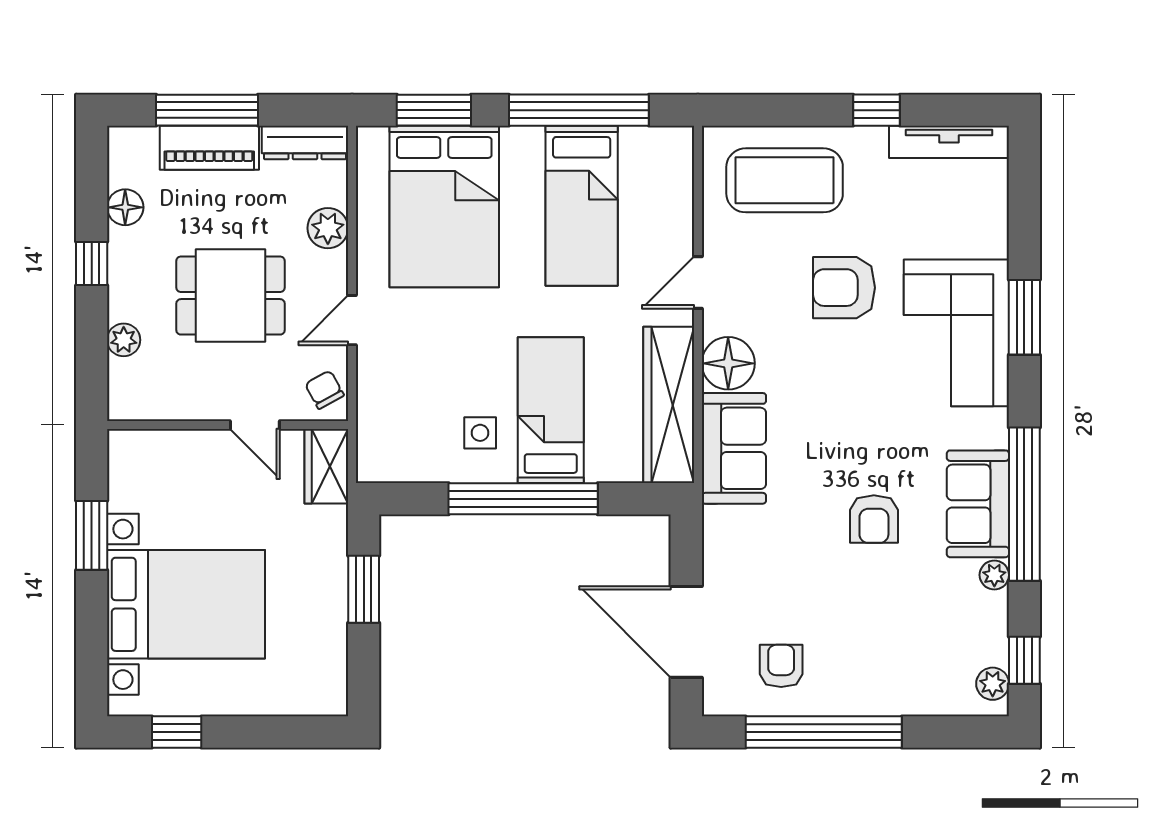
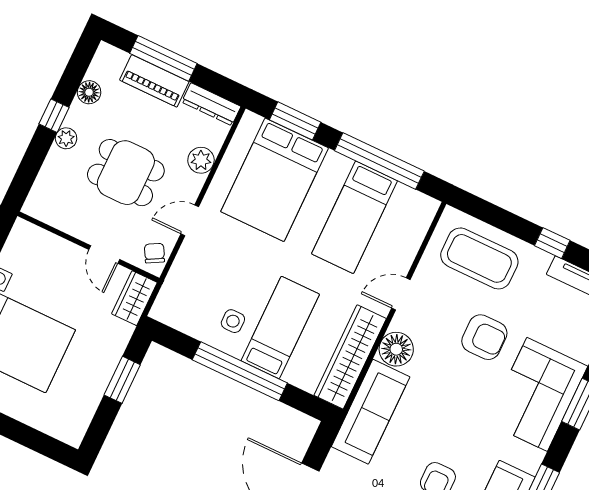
armchair: (844, 288) -> (484, 337), turned 180
plant: (124, 340) -> (66, 138), moved
sofa: (734, 448) -> (371, 412), width x1.36

